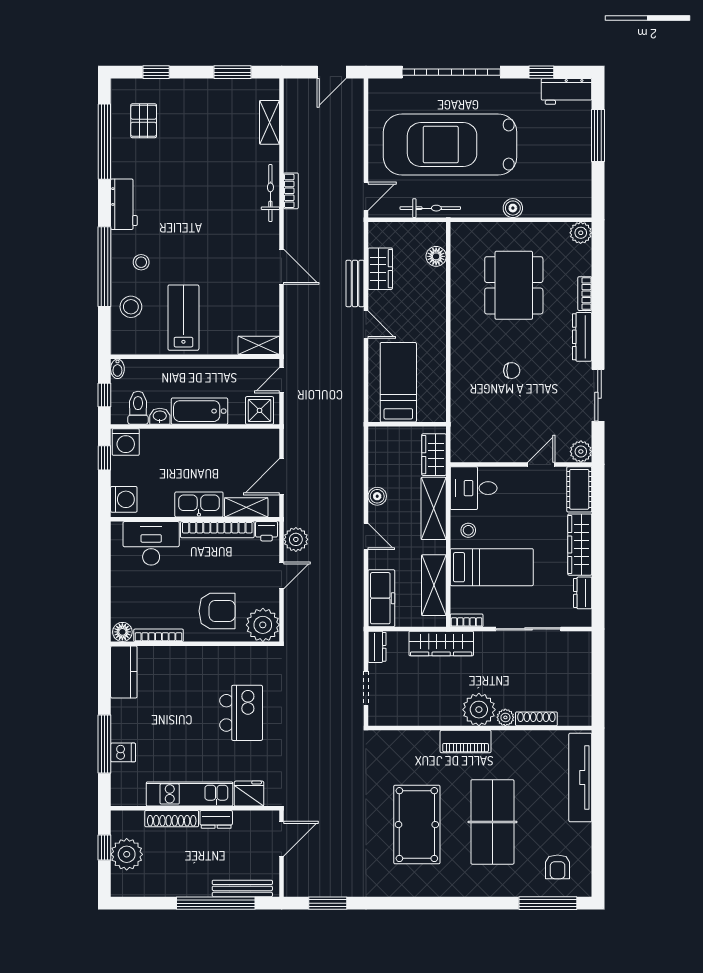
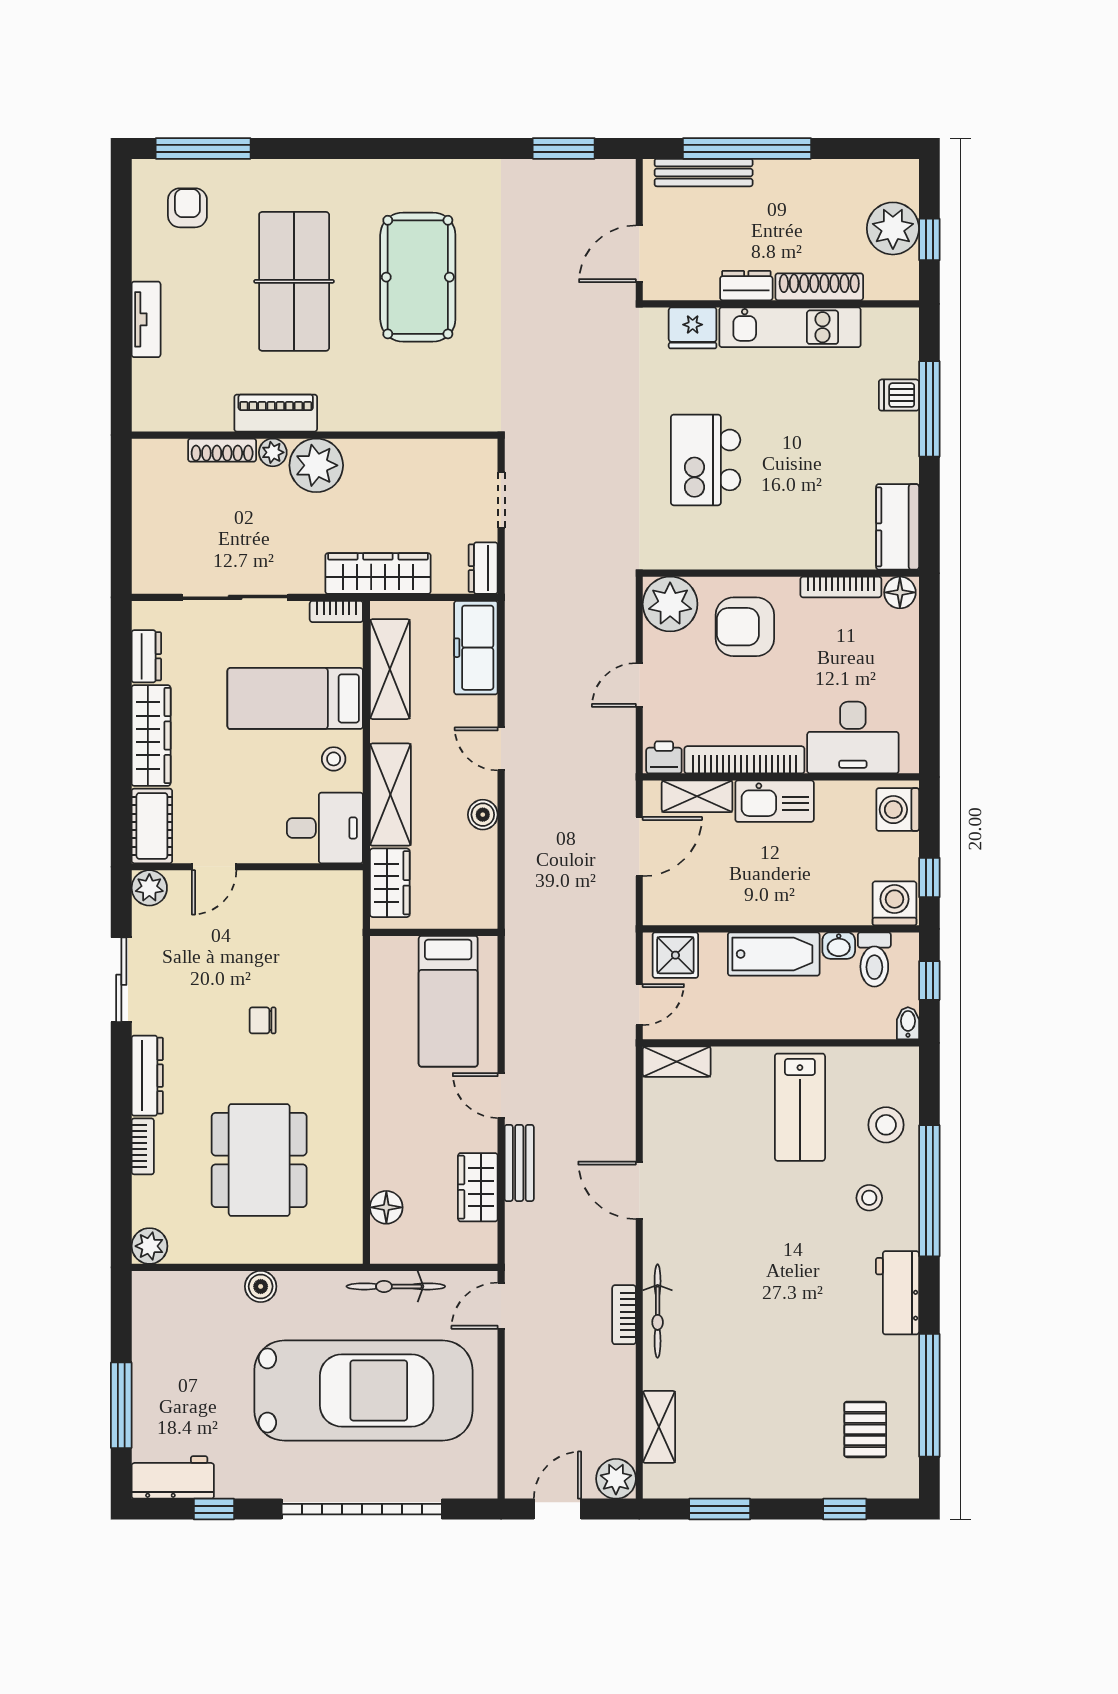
plant: (296, 539) -> (616, 1479), moved
piano: (466, 741) -> (276, 413), moved
tv unit: (580, 777) -> (146, 319), width x0.52, depth x0.78

